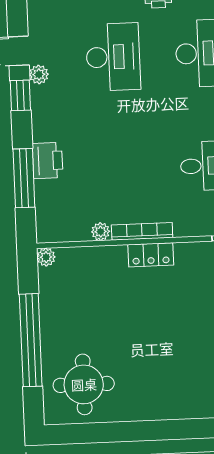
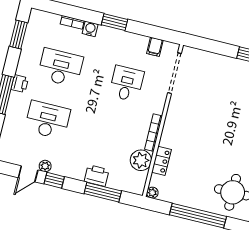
plant: (101, 232) -> (141, 160), width x1.87, depth x1.87
locker: (151, 255) -> (162, 161), moved

